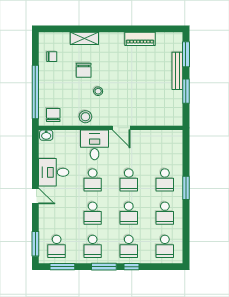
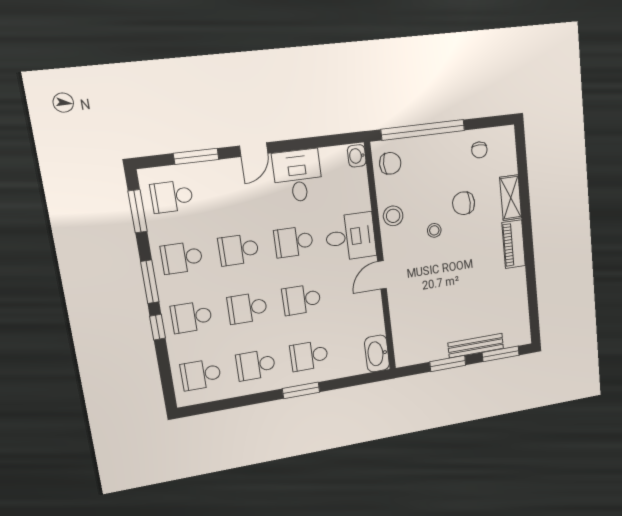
piano: (140, 39) -> (514, 244), moved
washbasin: (171, 137) -> (377, 354), added
window: (35, 244) -> (196, 156), moved

